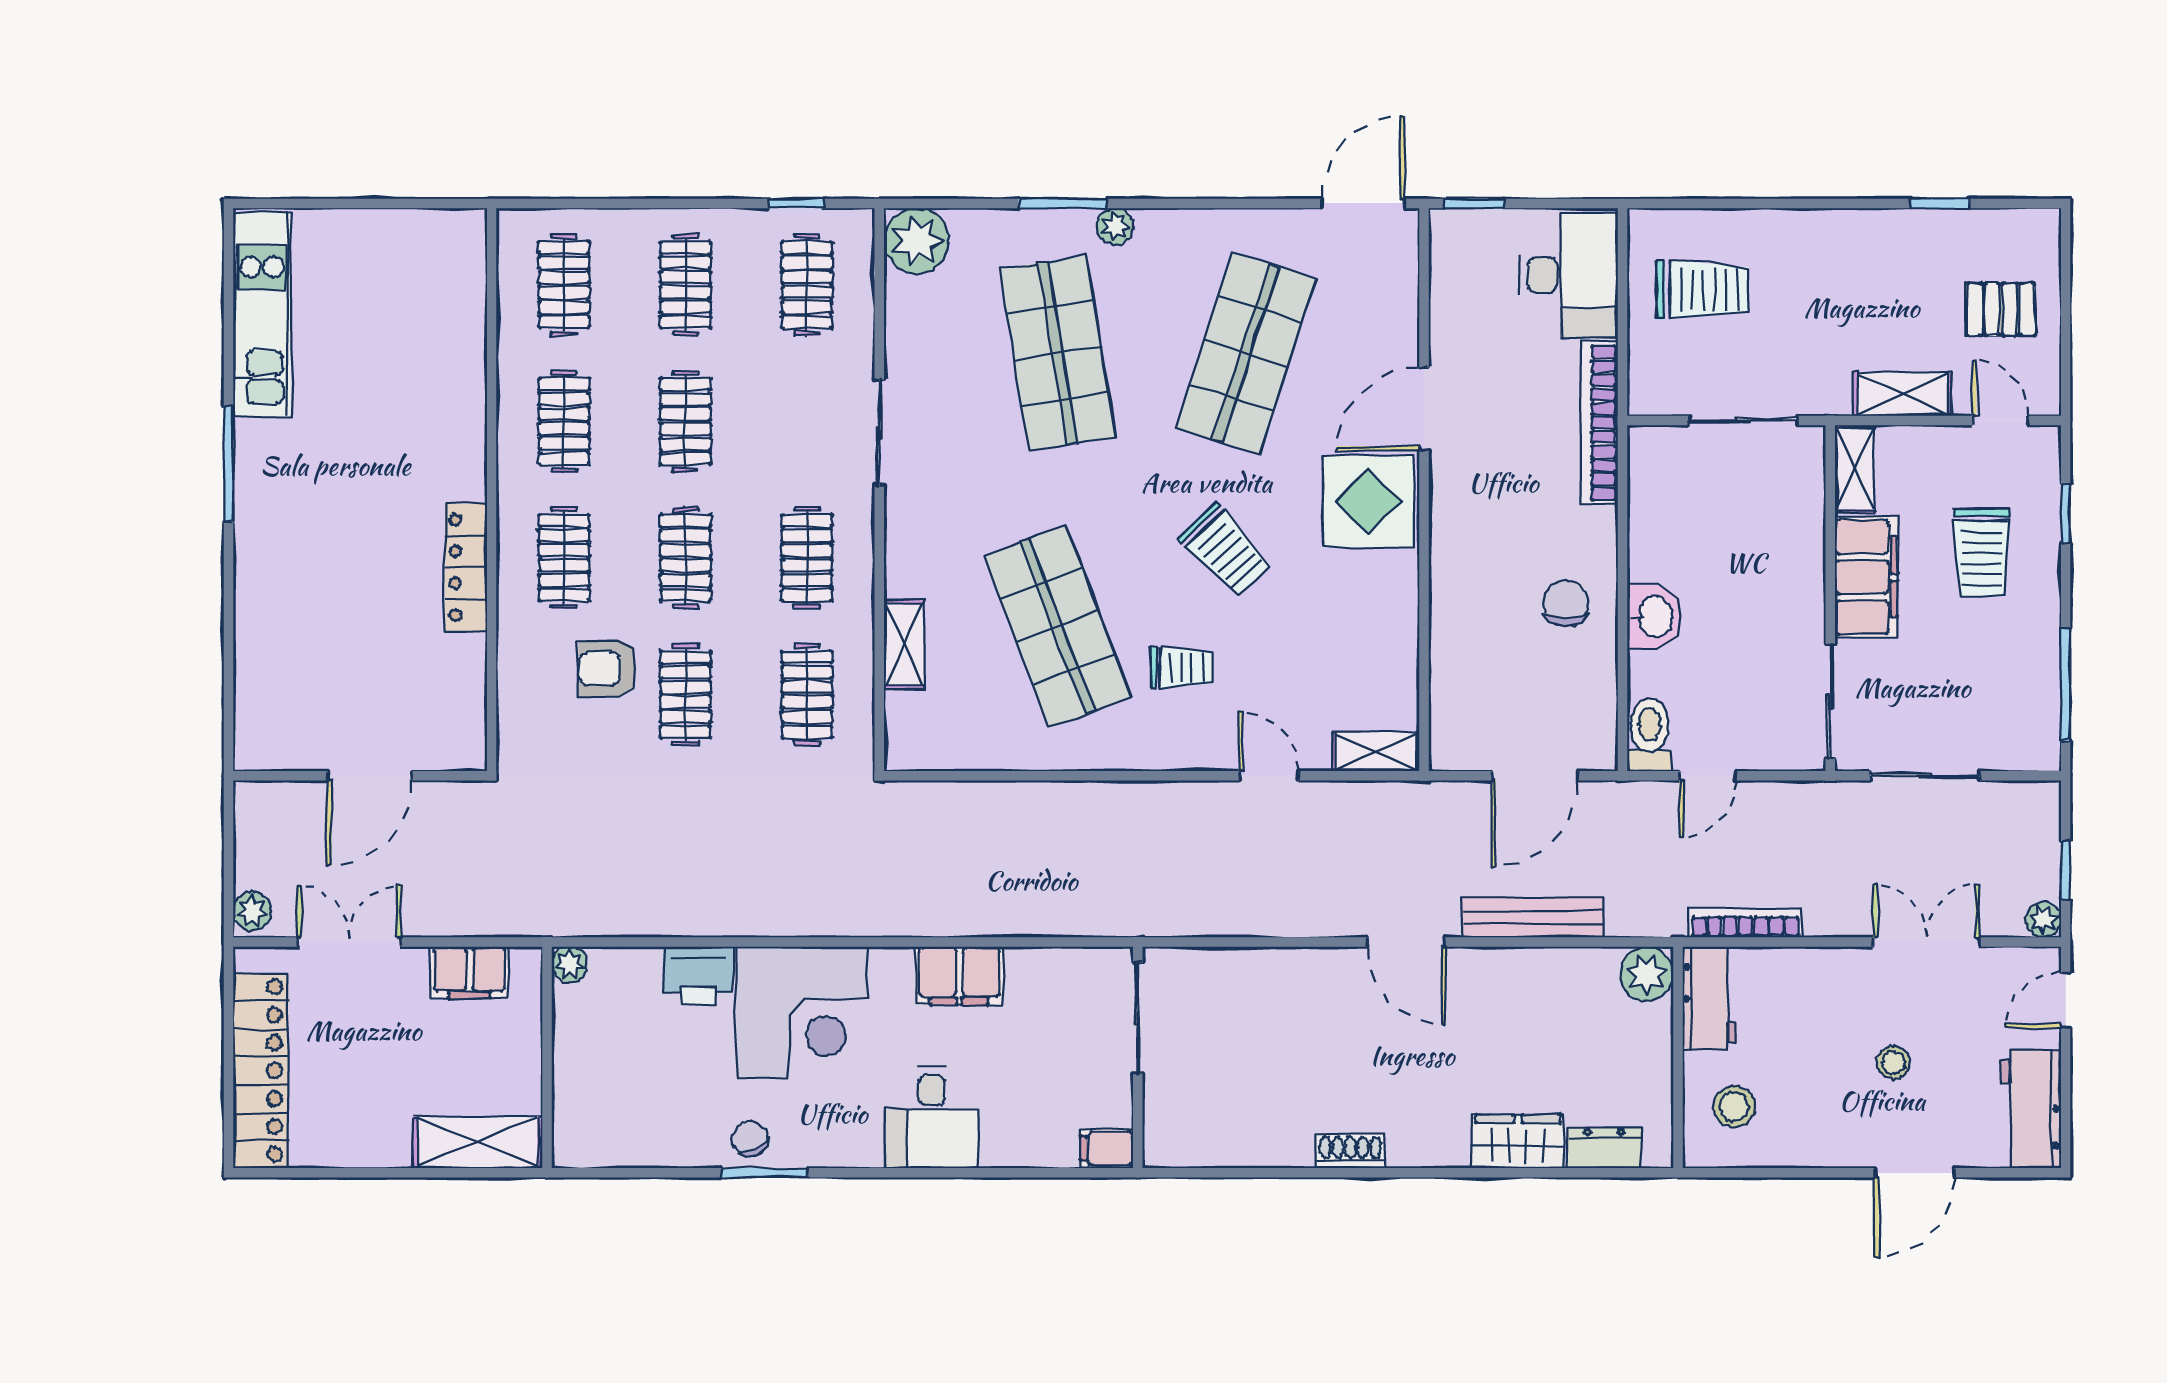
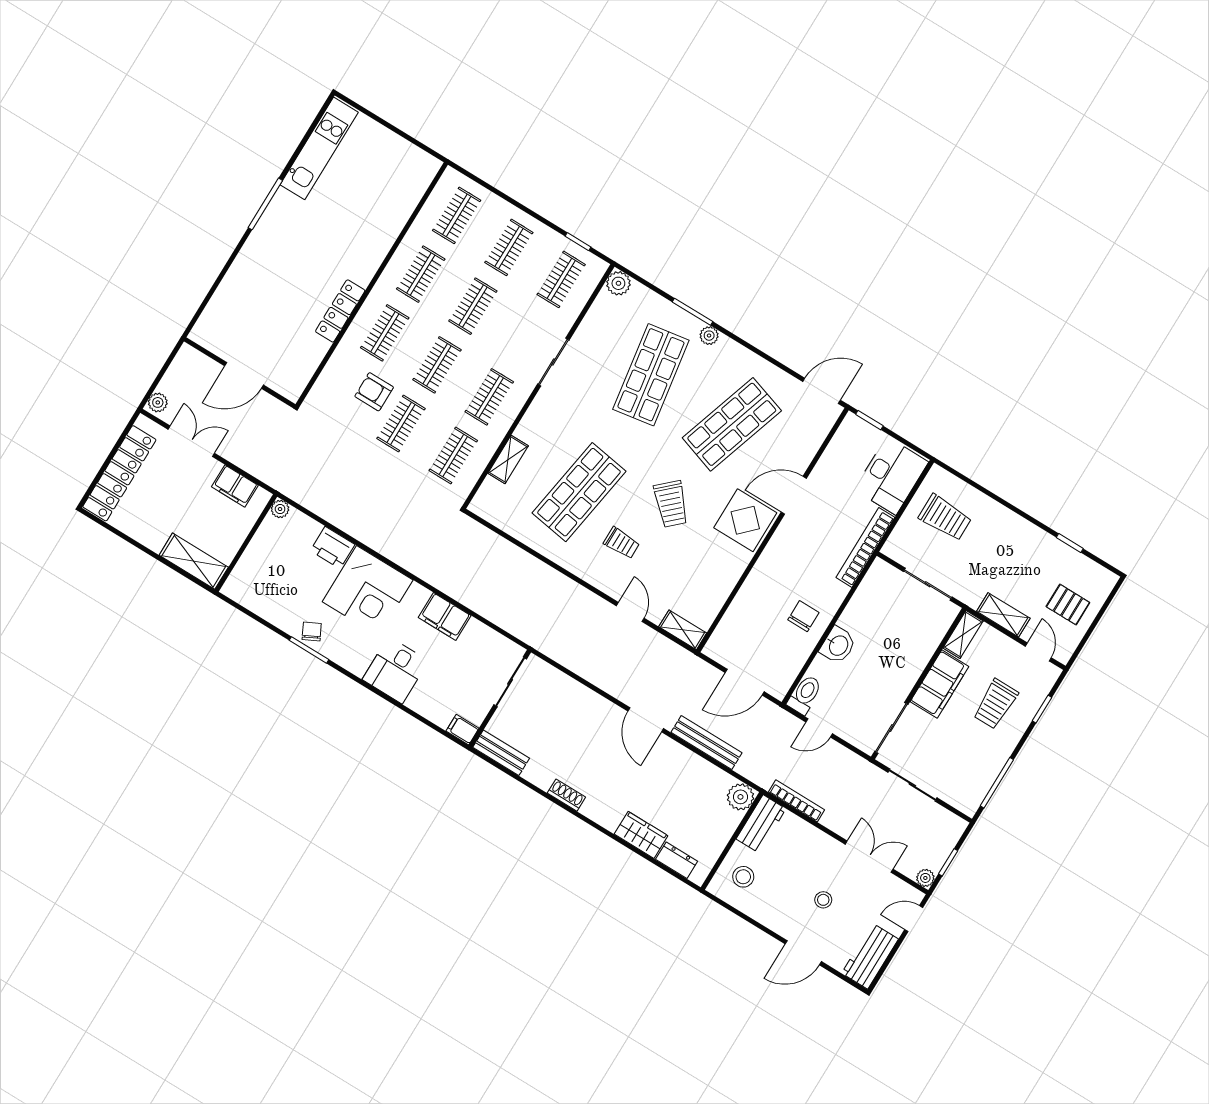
plant: (917, 241) -> (618, 283), width x0.73, depth x0.73
shop shelf: (1058, 626) -> (579, 492), turned 30
bench: (1196, 1148) -> (501, 753), added

